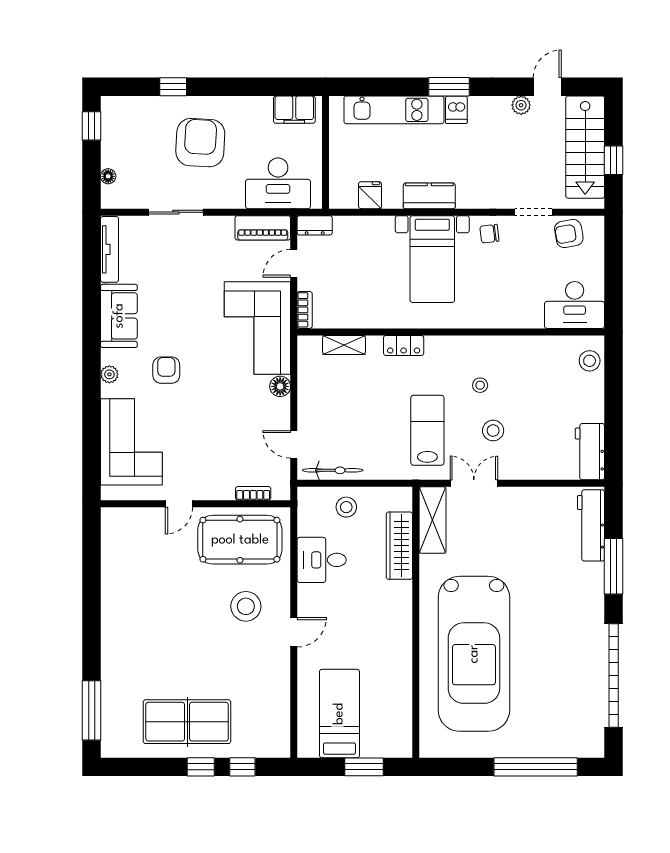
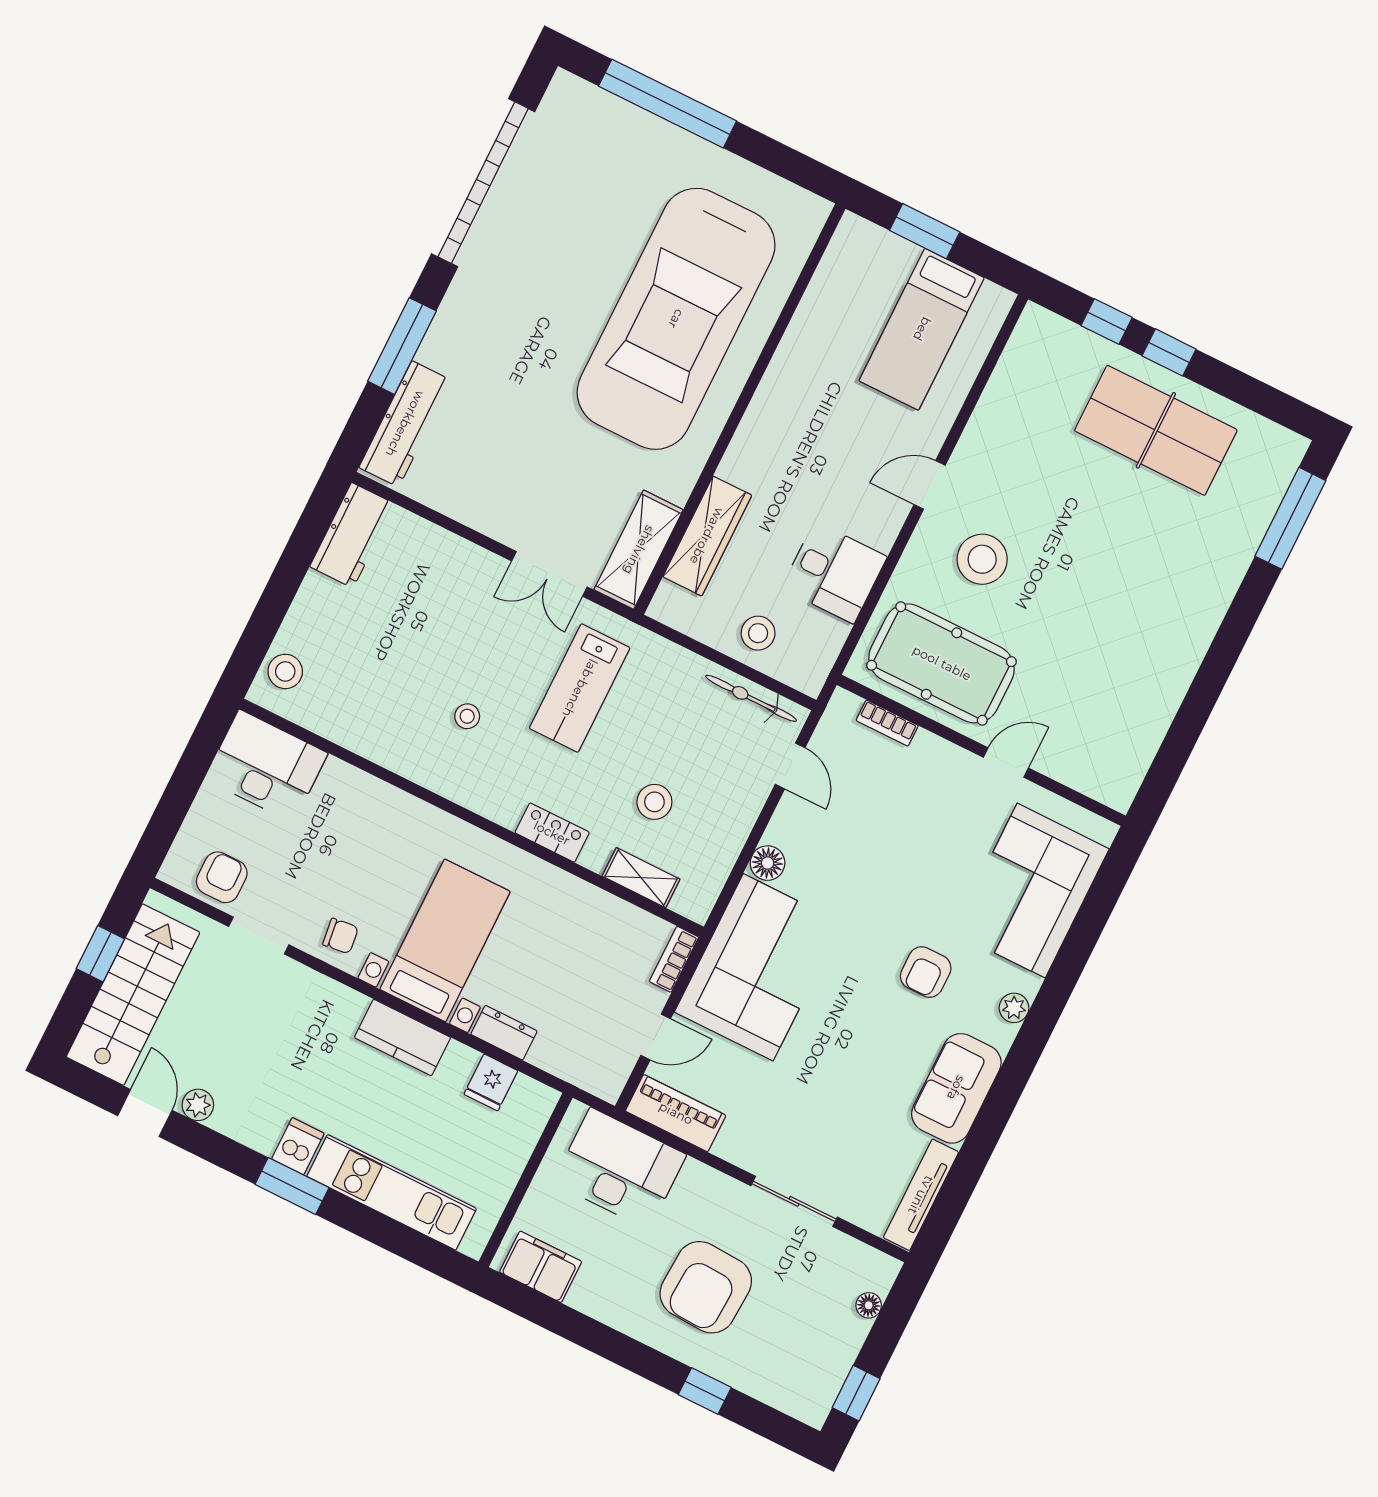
door: (547, 87) -> (145, 1113), swing flipped
dresser: (315, 225) -> (504, 1033), moved
armchair: (569, 234) -> (222, 877), turned -80
stool: (493, 431) -> (654, 802), moved
car: (474, 654) -> (676, 319), turned 180

